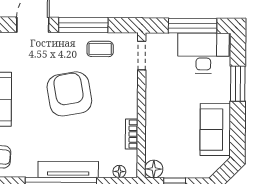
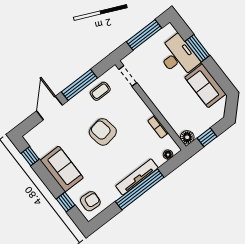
desk: (203, 53) -> (178, 57), moved, turned 90
armchair: (69, 94) -> (103, 132), width x0.73, depth x0.73

